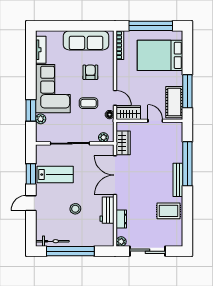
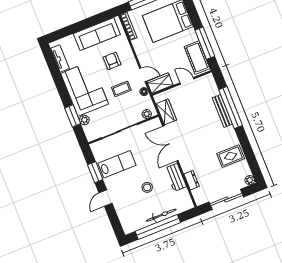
bench: (178, 180) -> (222, 111), moved
bicycle: (52, 241) -> (161, 215), moved
plant: (121, 242) -> (250, 180), moved

